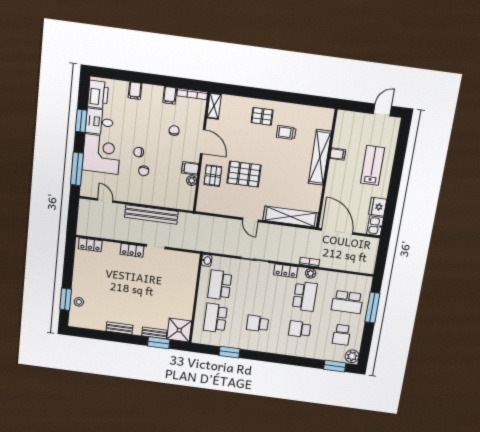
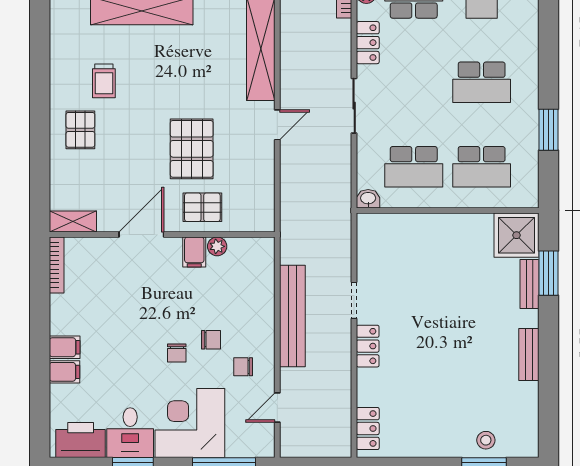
filing cabinet: (170, 95) -> (65, 347), moved
chair: (174, 131) -> (243, 367), moved
school desk: (257, 324) -> (482, 82), width x1.85

